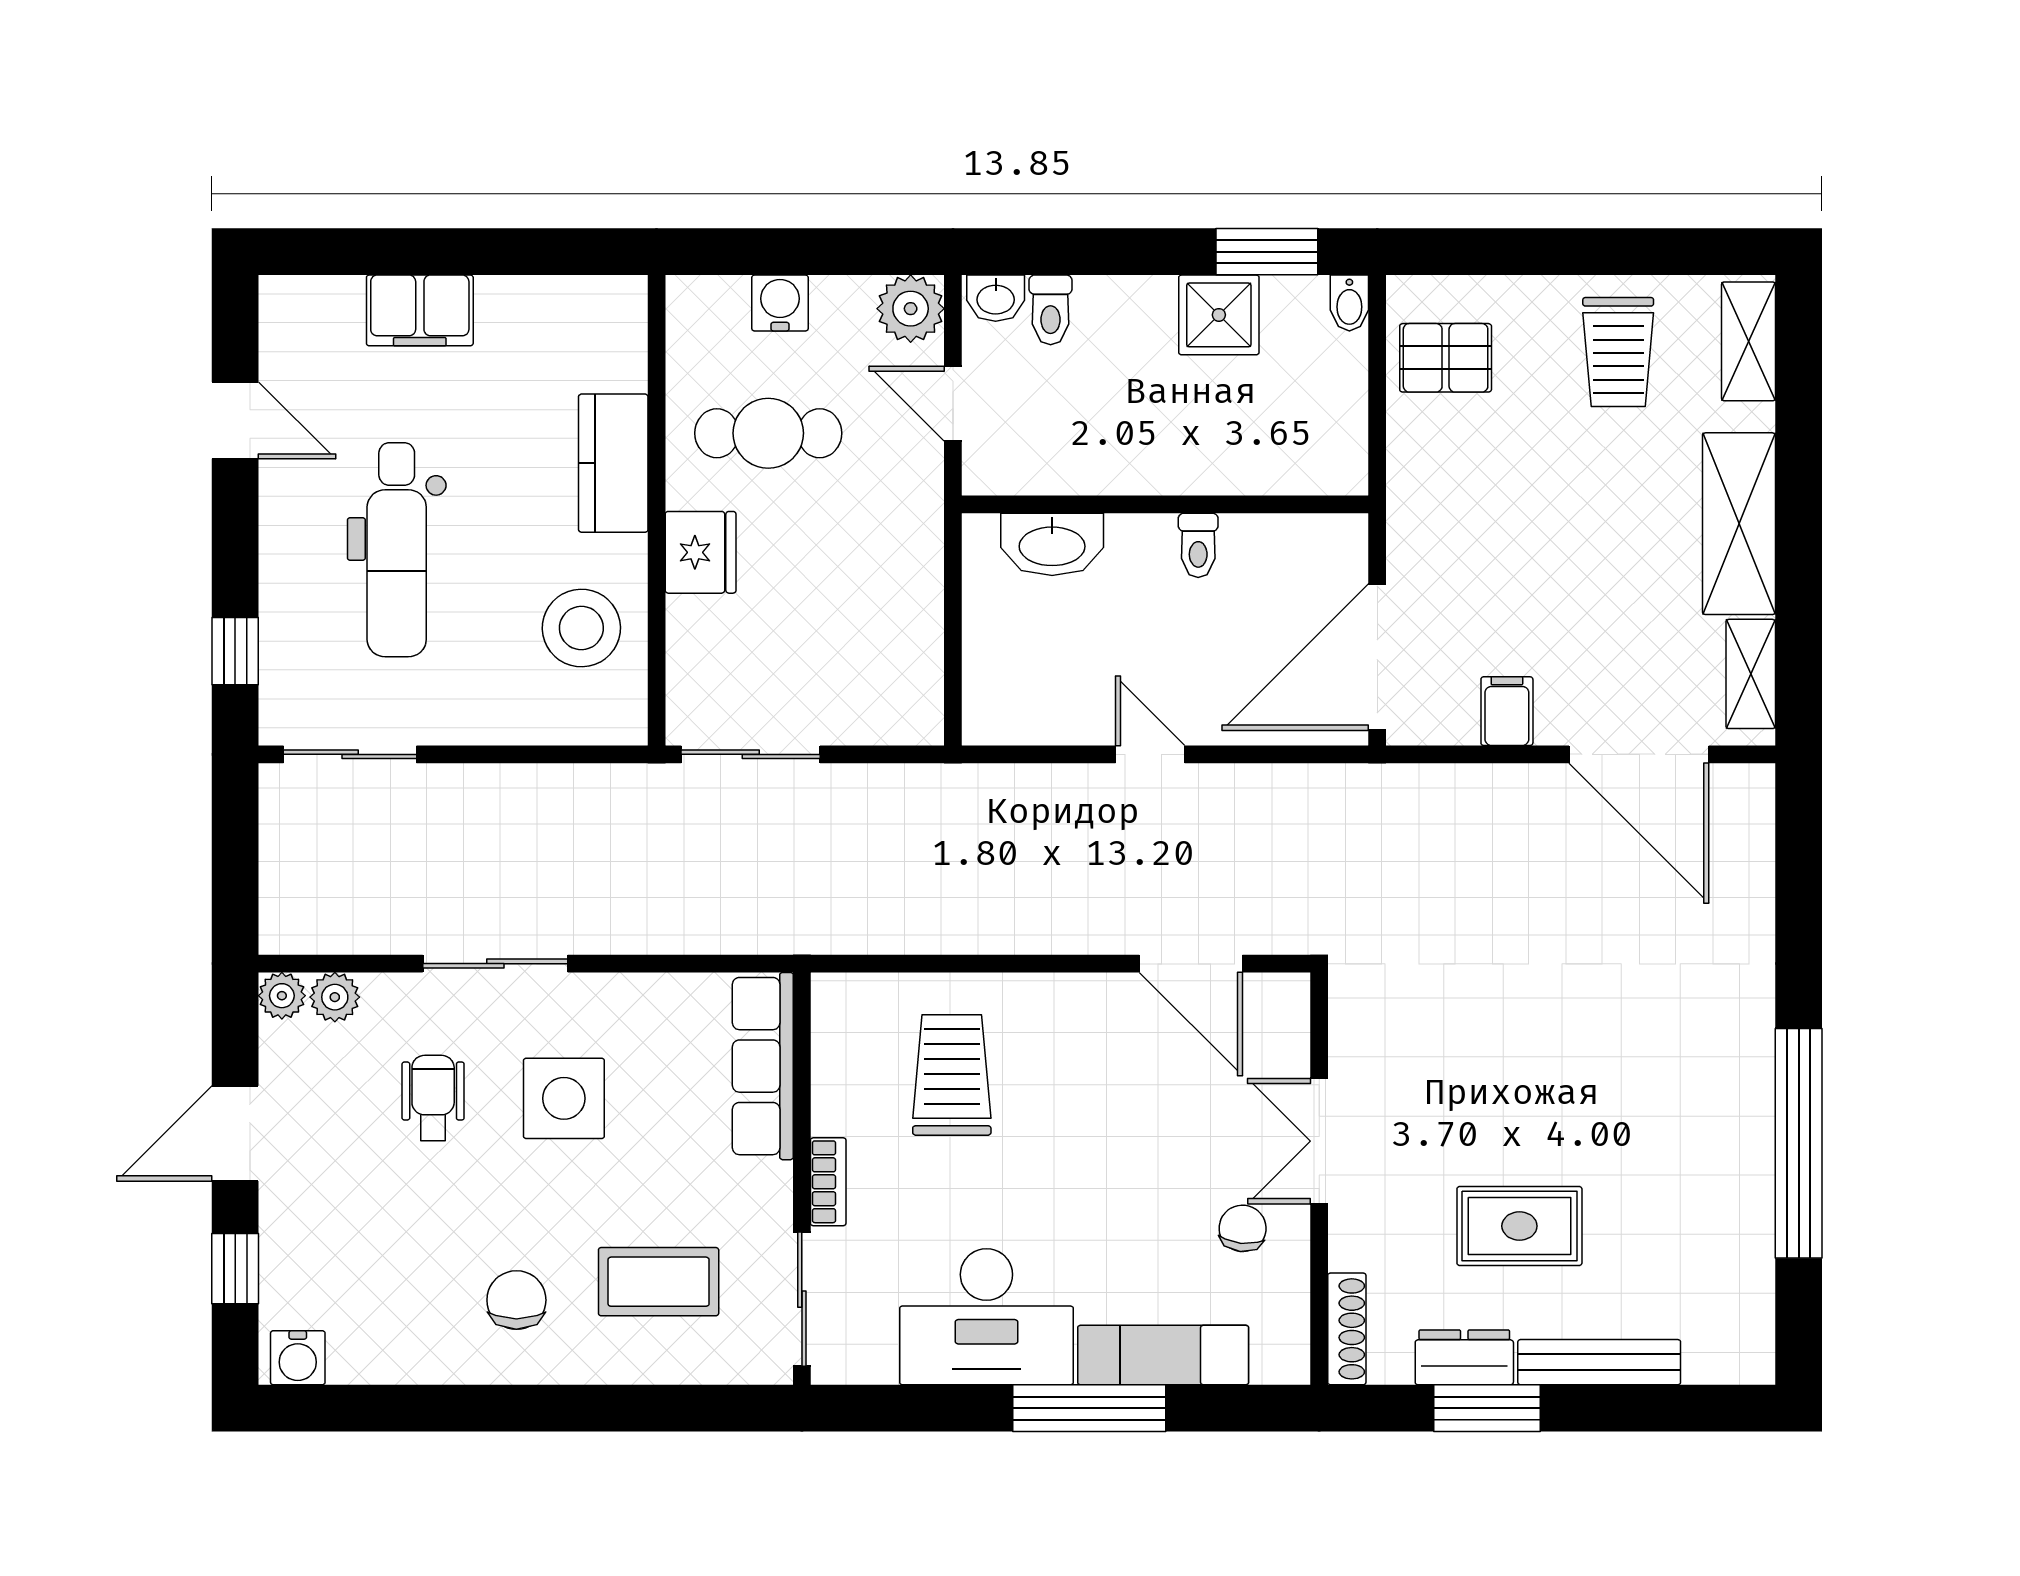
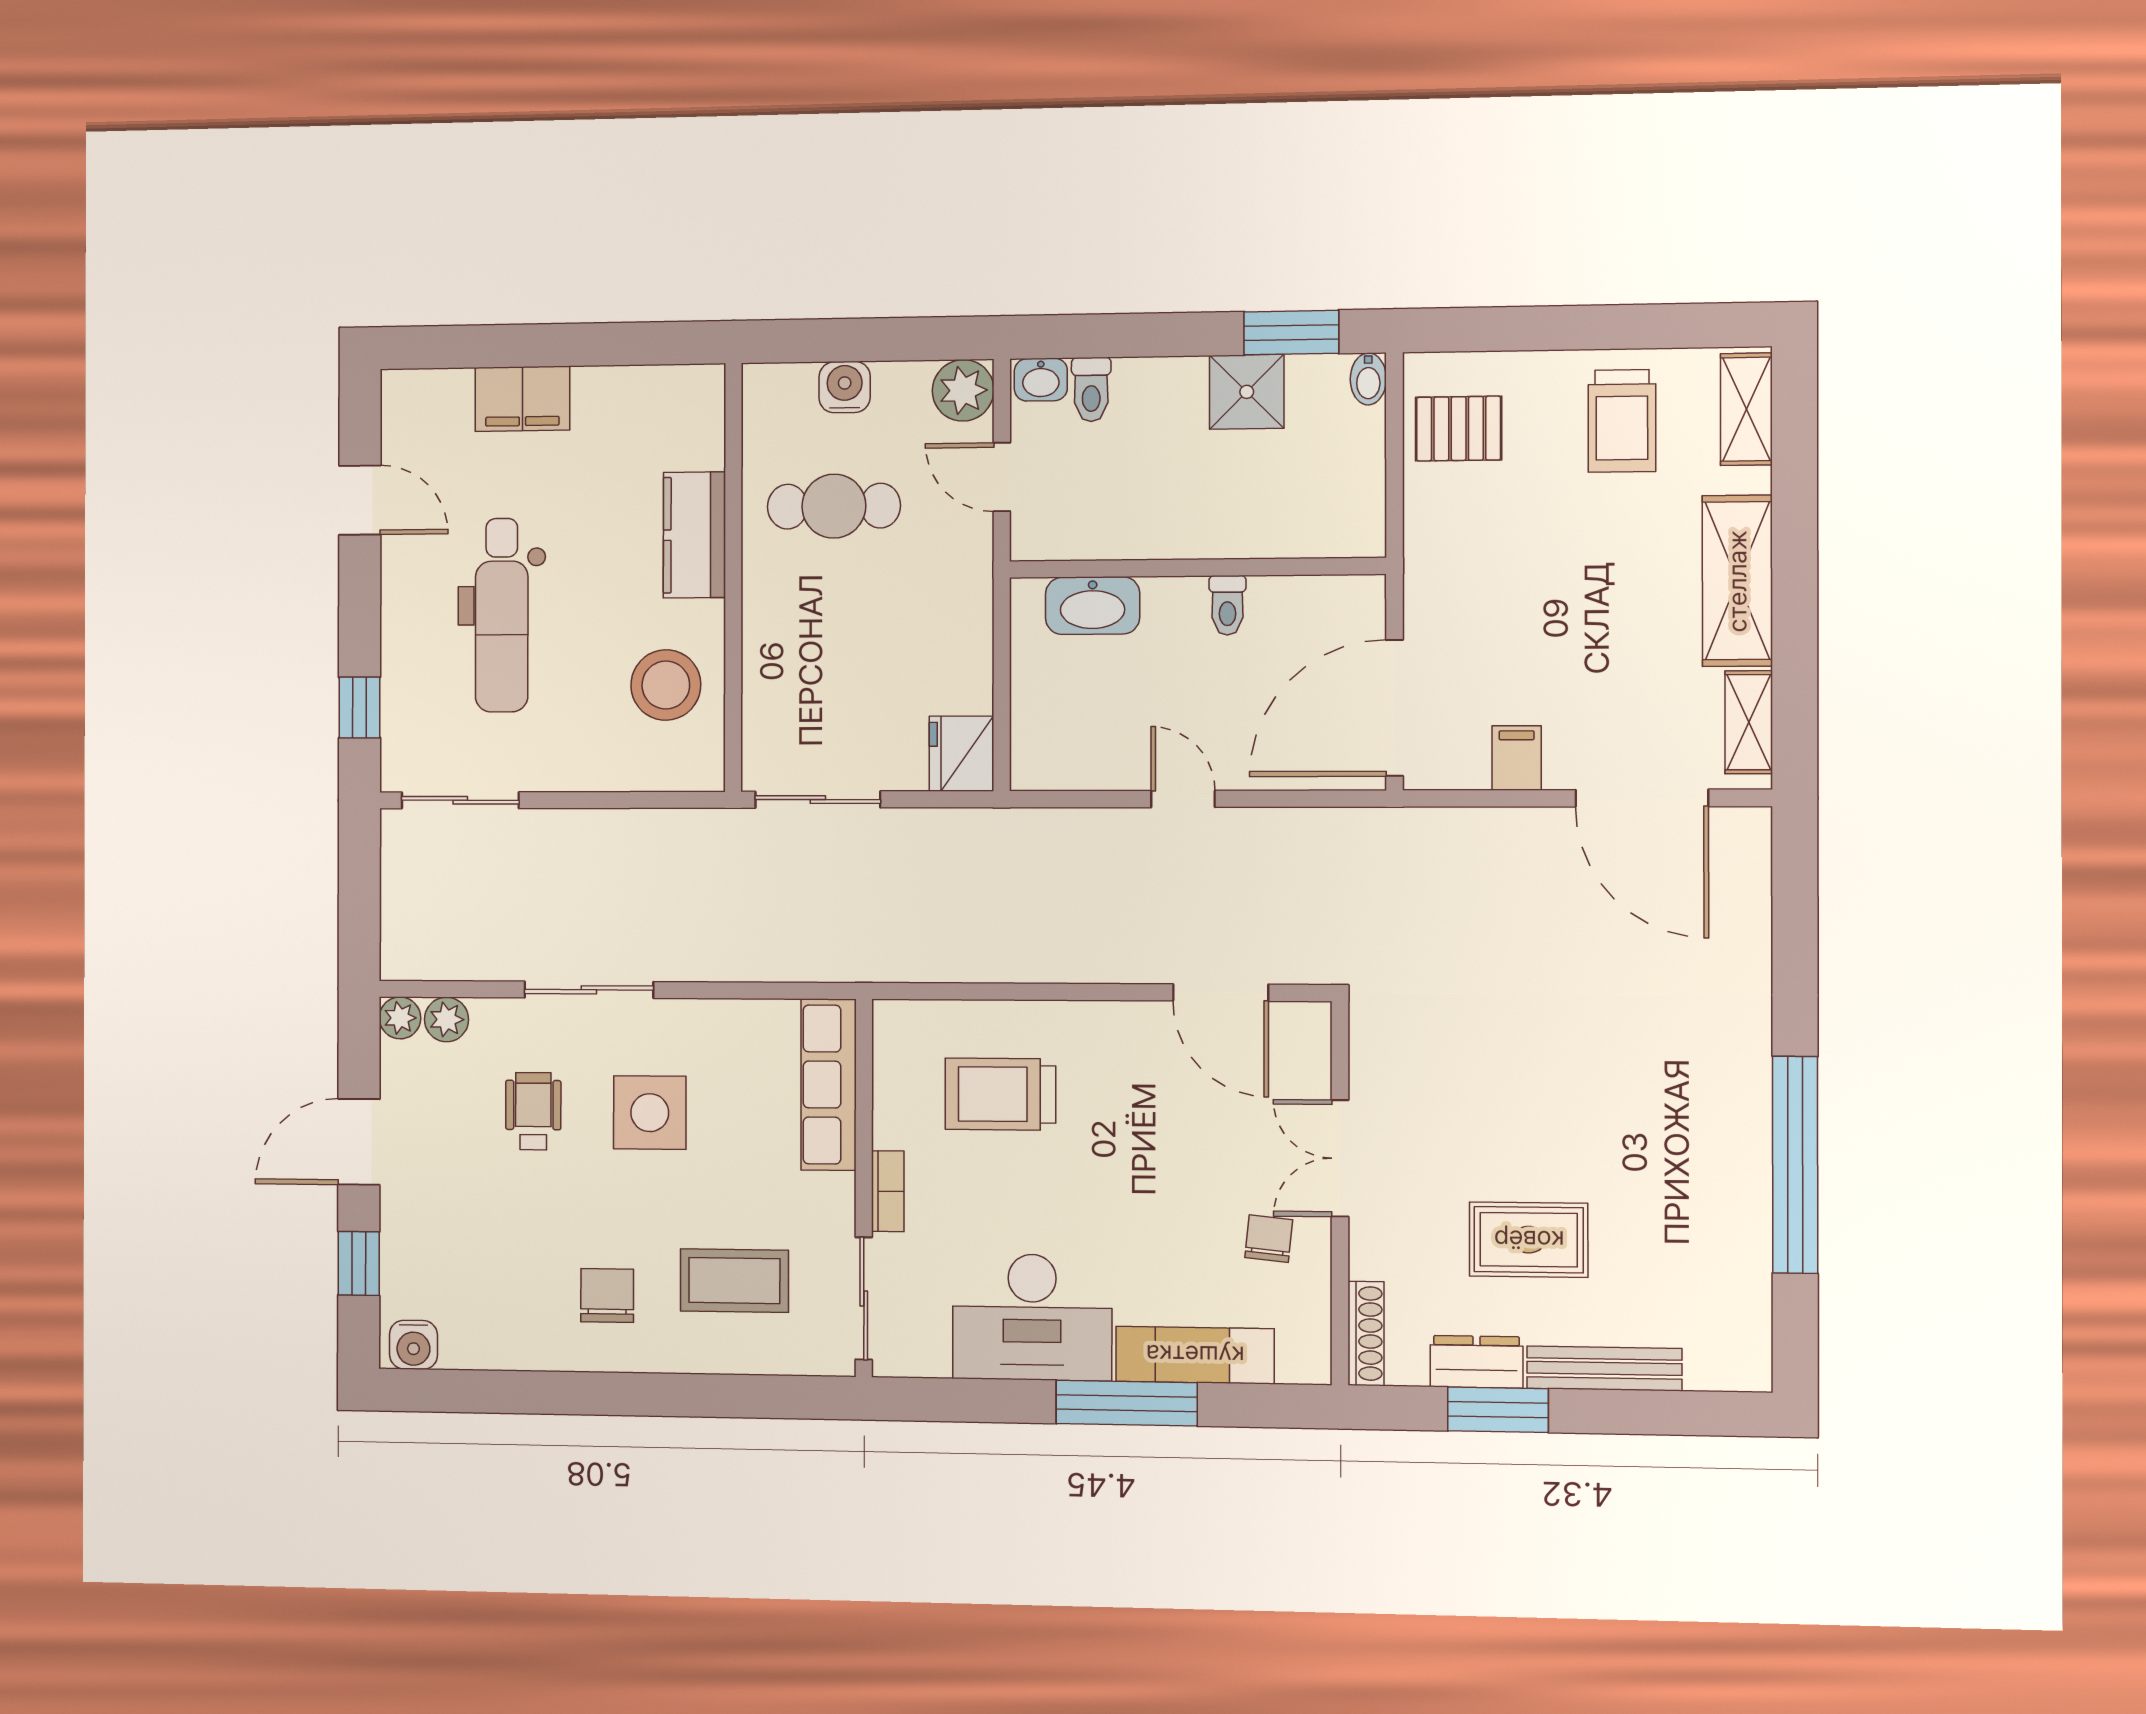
fridge: (701, 552) -> (961, 754), moved, turned 180
trolley: (952, 1075) -> (1000, 1094), turned -90

